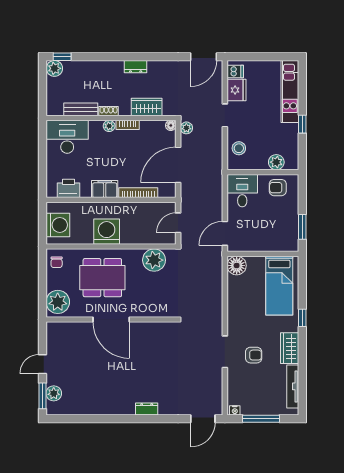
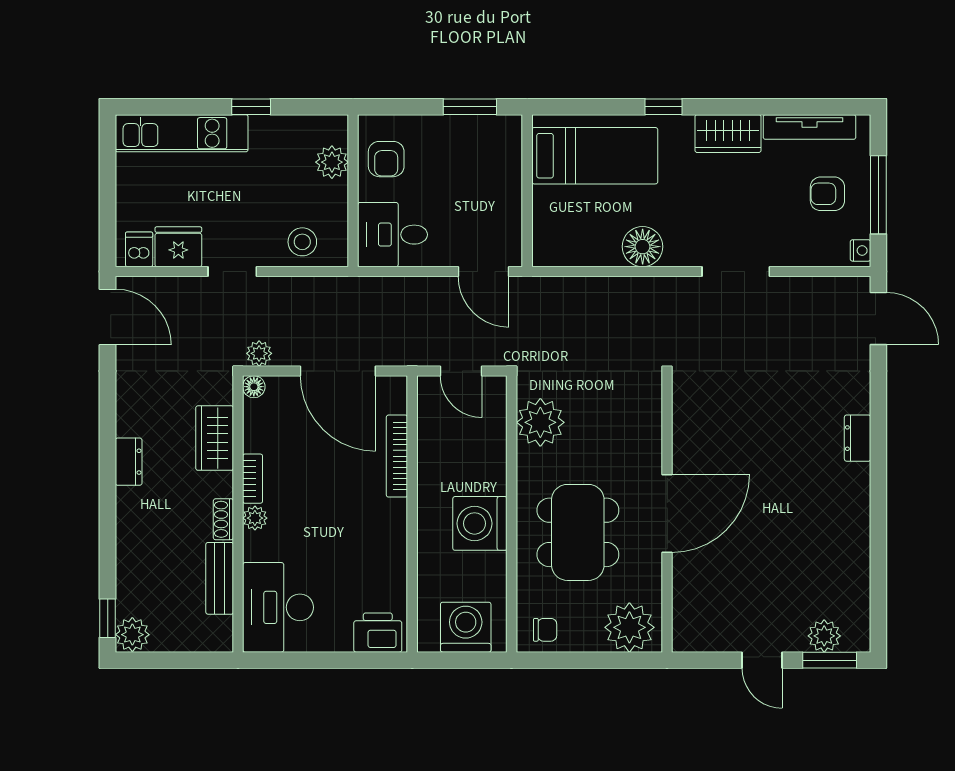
printer: (68, 188) -> (378, 633), moved, turned 90
filing cabinet: (105, 189) -> (389, 527), removed
floor lamp: (237, 266) -> (643, 247), moved
armchair: (254, 355) -> (827, 194), moved, turned -90

